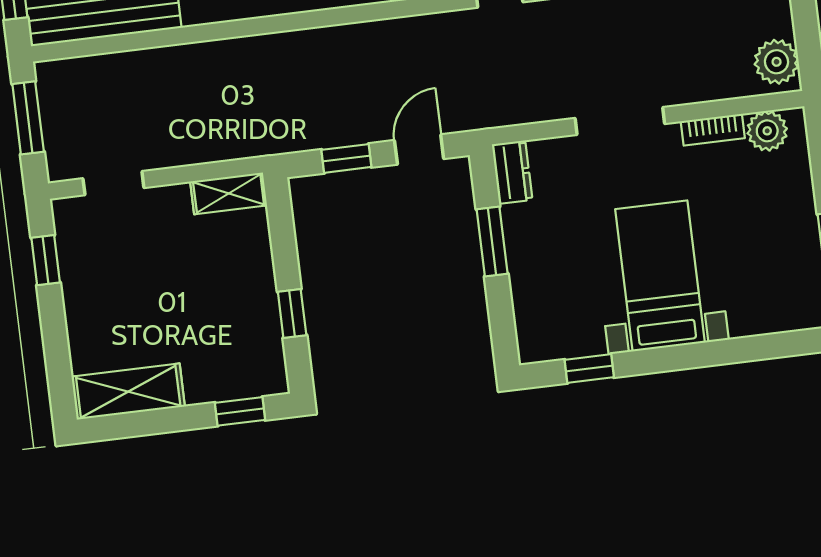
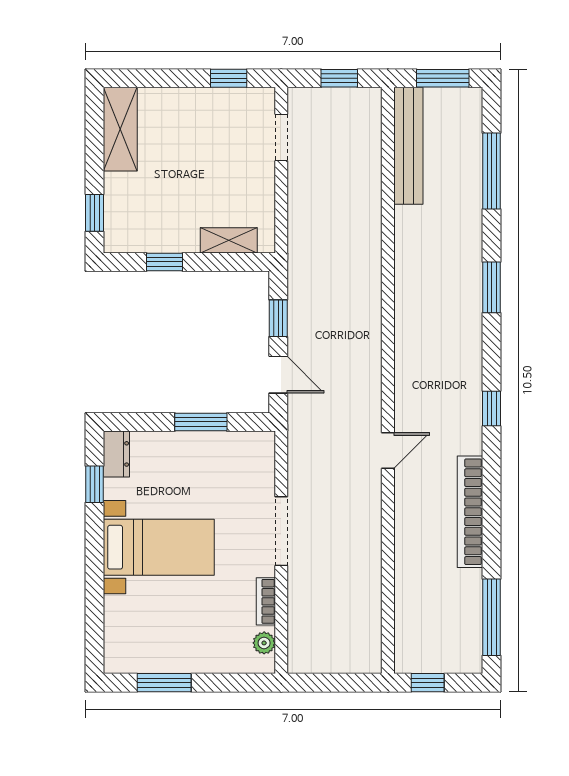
plant: (777, 62) -> (312, 657), removed
window: (28, 118) -> (339, 78), width x0.67
plant: (767, 131) -> (264, 643), width x0.73, depth x0.73
dresser: (512, 172) -> (116, 454), moved, turned -90
shelving: (229, 193) -> (229, 240), moved, turned 90

